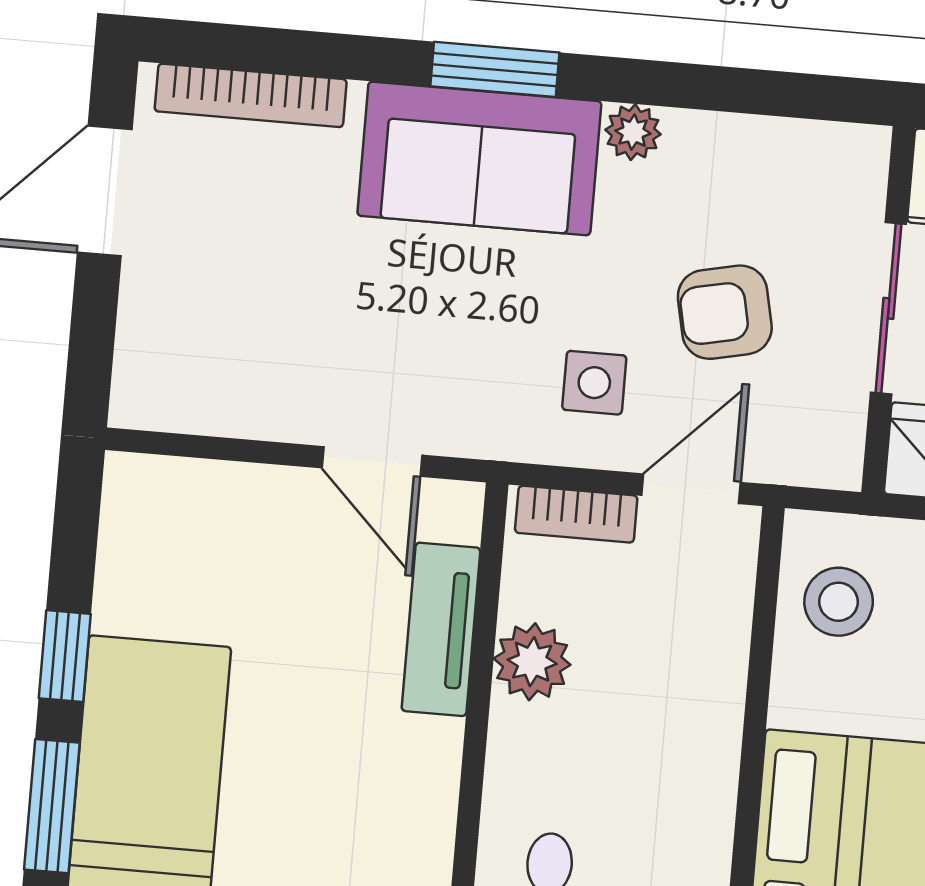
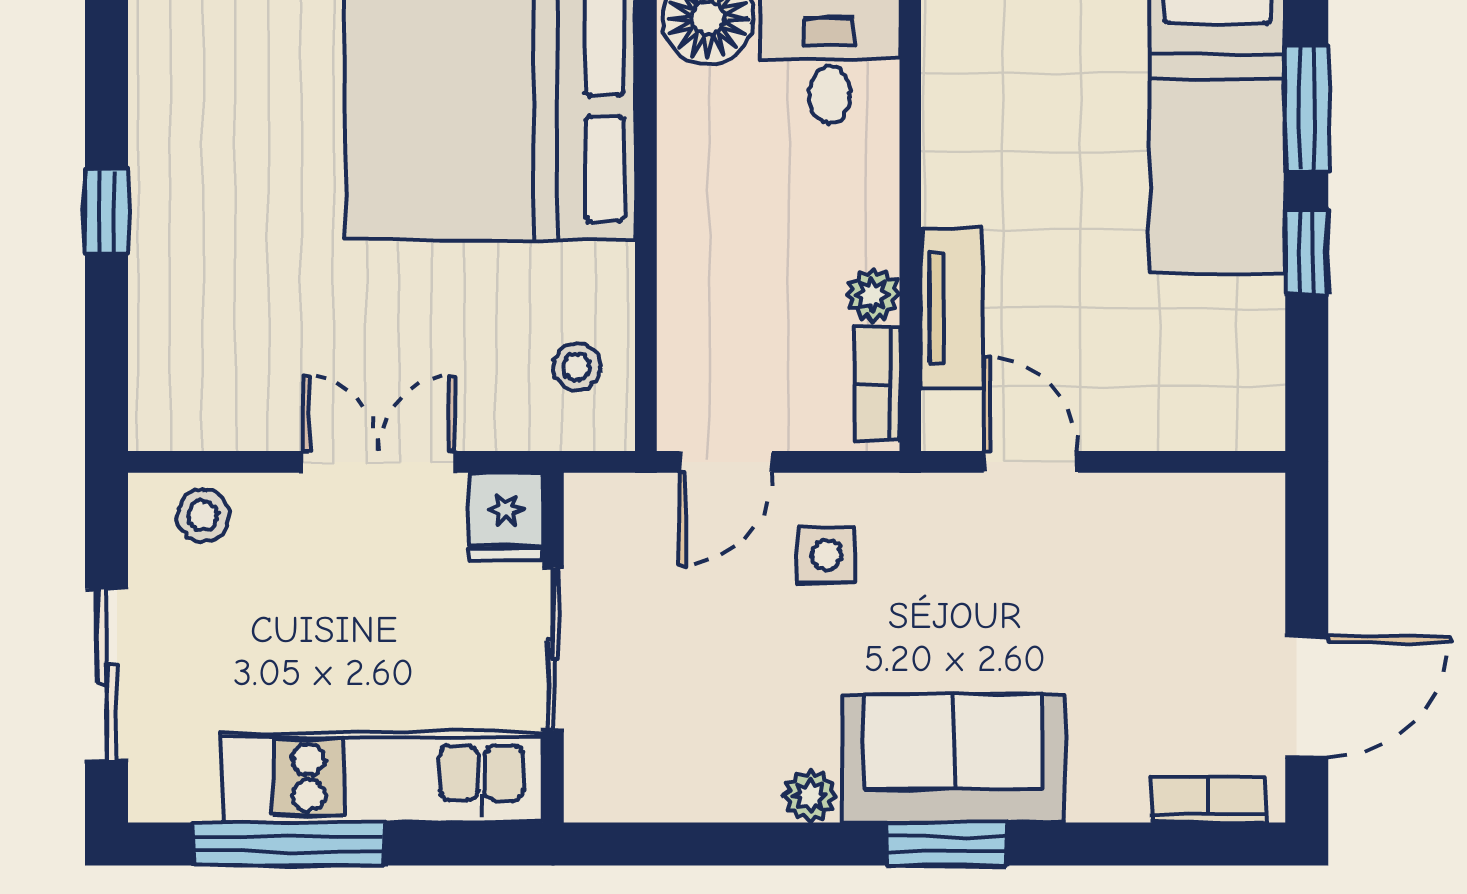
bookcase: (251, 95) -> (1208, 800), width x0.64
armchair: (725, 312) -> (708, 632), removed
bookcase: (576, 514) -> (877, 384), moved, turned -90
stool: (839, 602) -> (577, 367), width x0.73, depth x0.73
plant: (532, 662) -> (873, 295), width x0.73, depth x0.73

